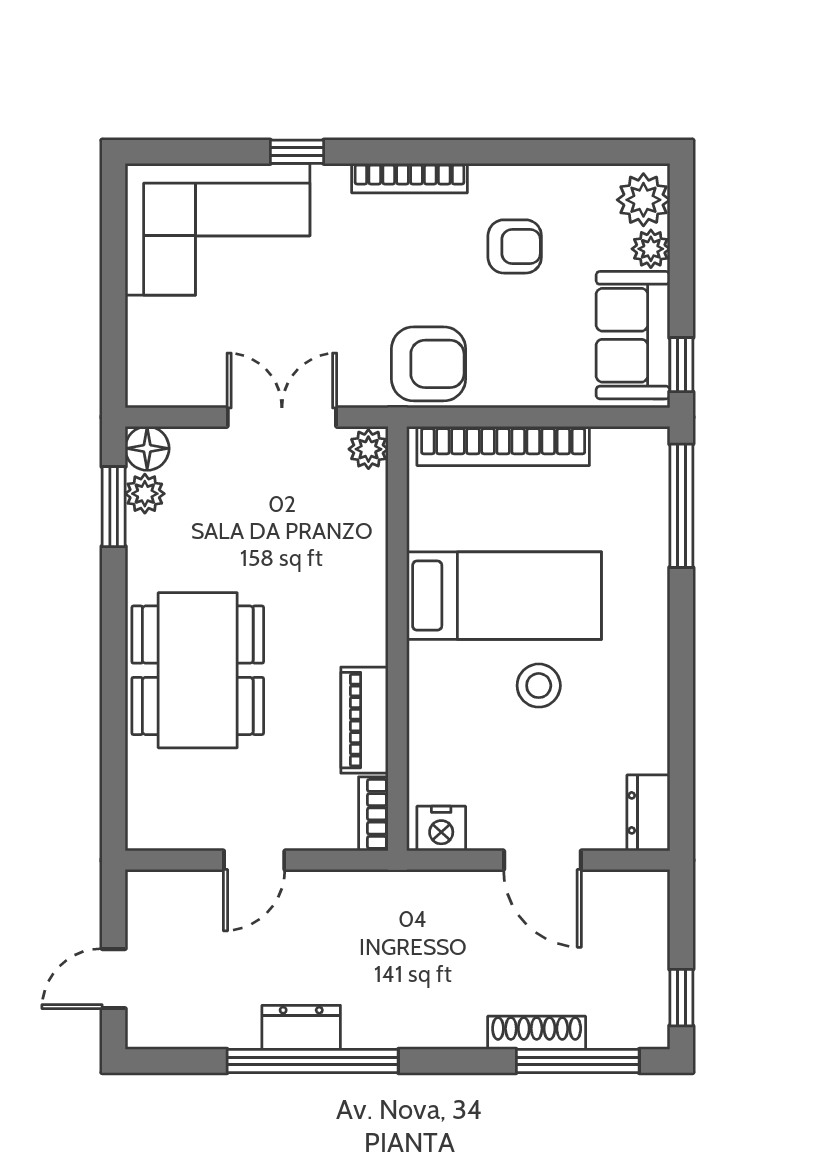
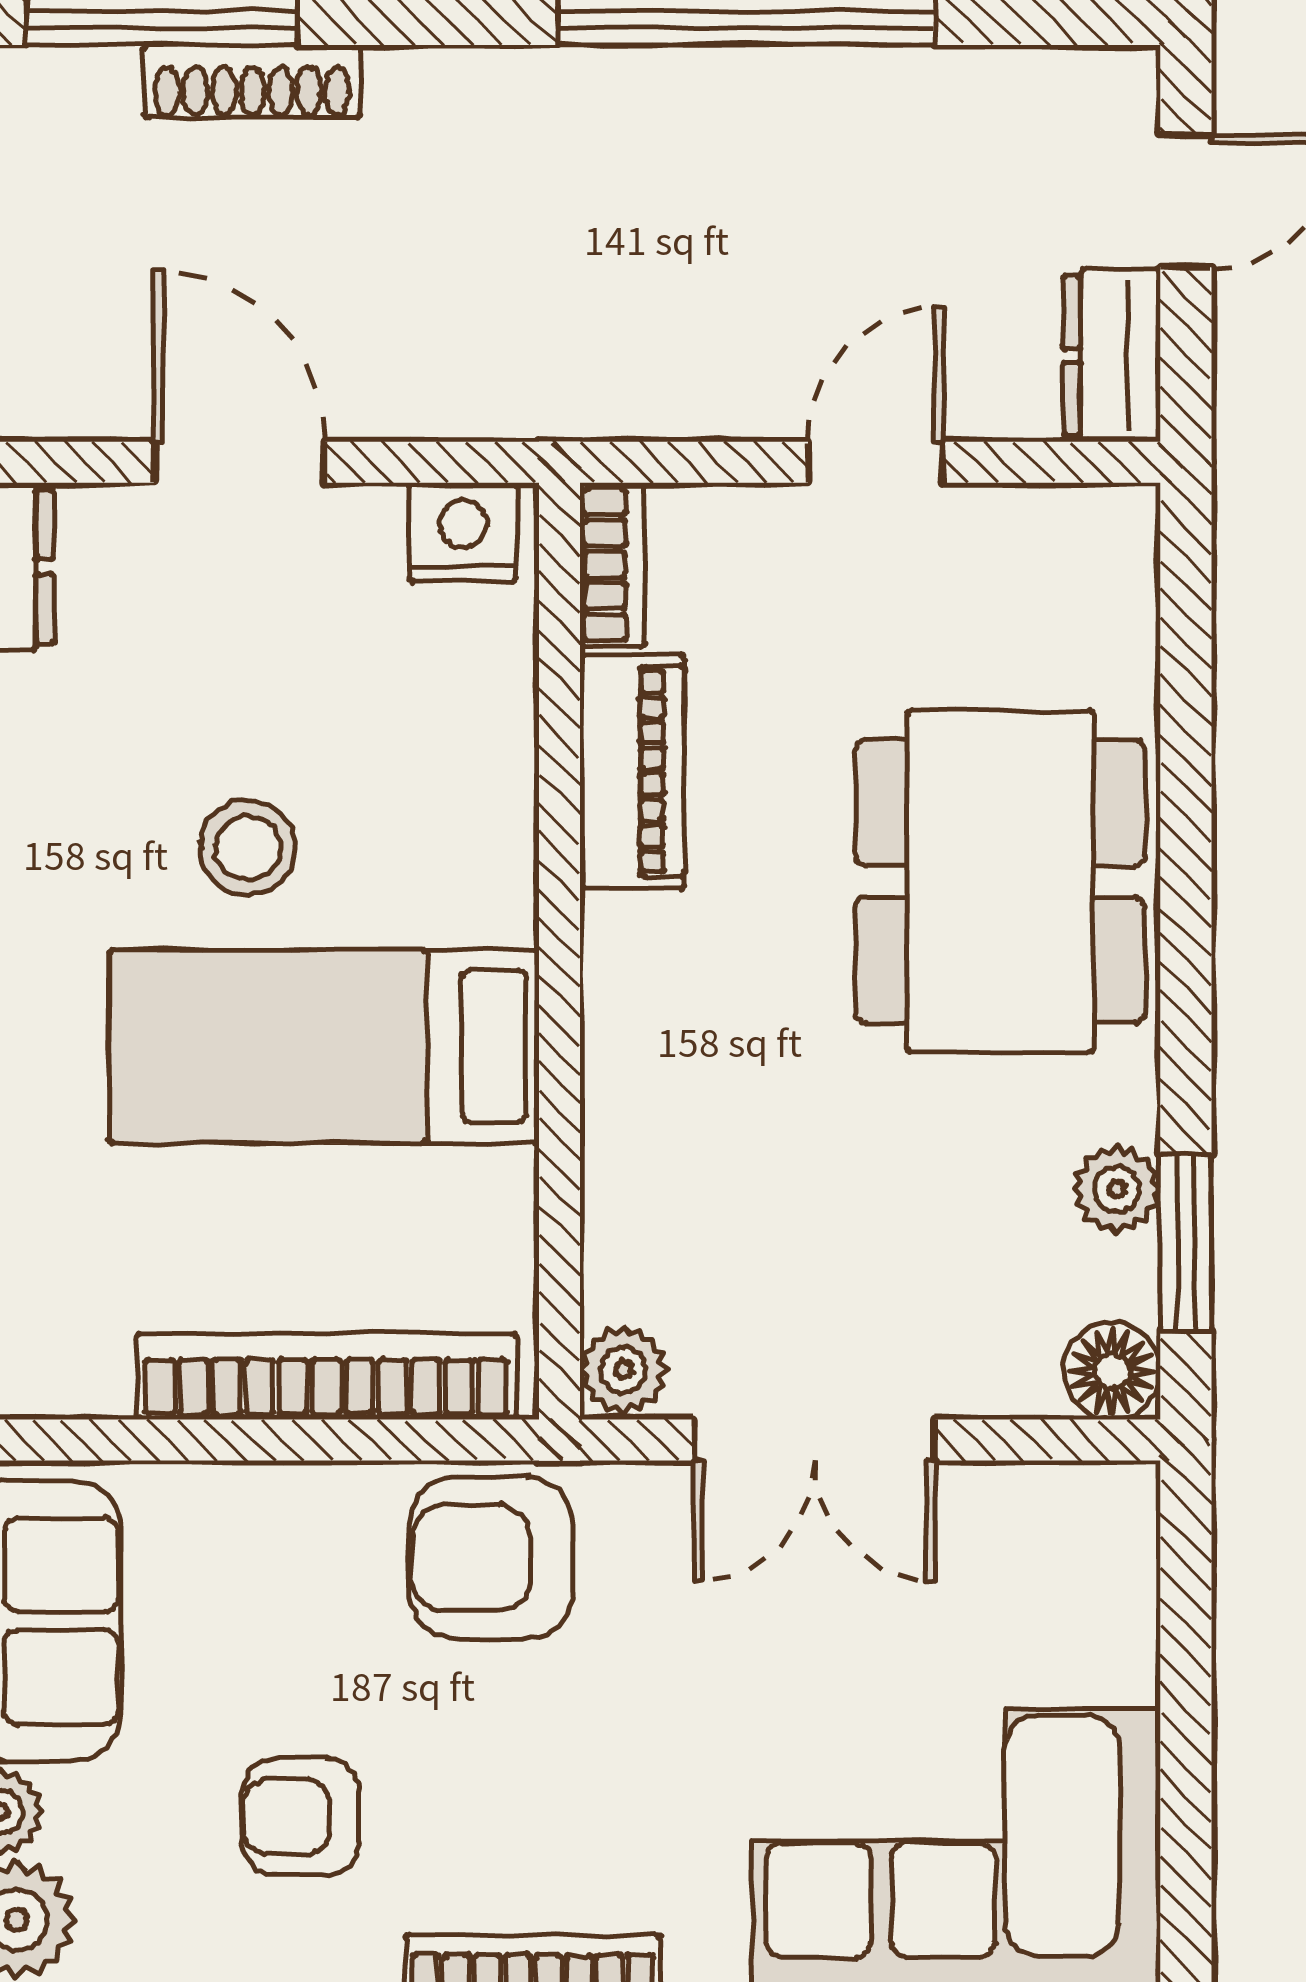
plant: (145, 494) -> (1117, 1189), moved
dresser: (301, 1027) -> (1112, 355), moved, turned 90

